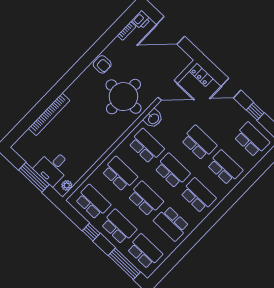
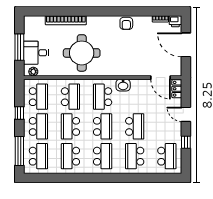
door: (168, 90) -> (161, 78), moved
round table: (123, 97) -> (82, 53), moved
school desk: (146, 146) -> (103, 97), turned 180
school desk: (225, 168) -> (135, 156), turned 180
school desk: (146, 199) -> (70, 126), turned 180

